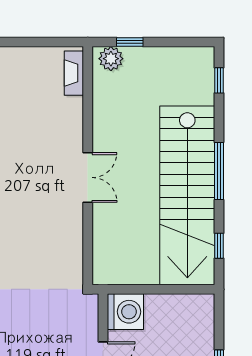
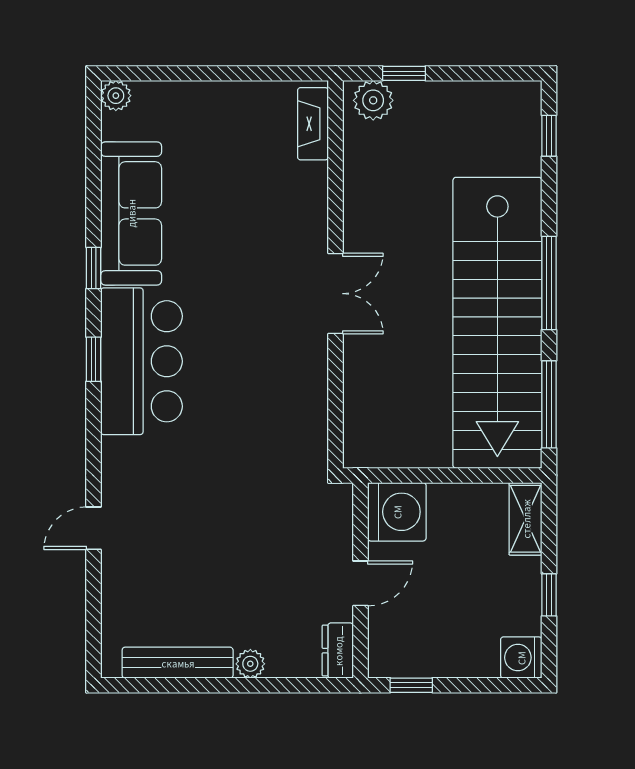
window: (219, 246) -> (549, 404), width x2.17
shelving: (205, 316) -> (526, 519), added

